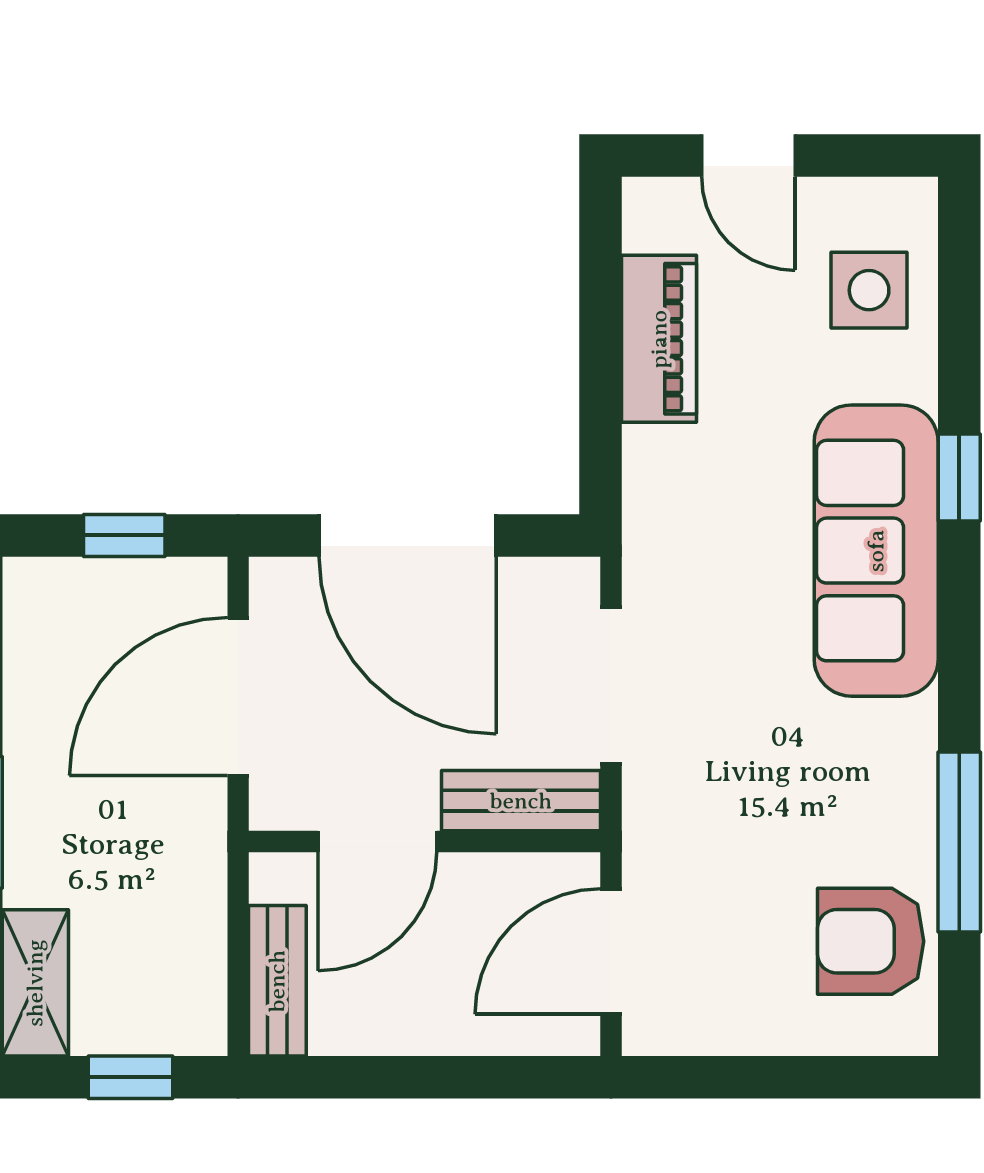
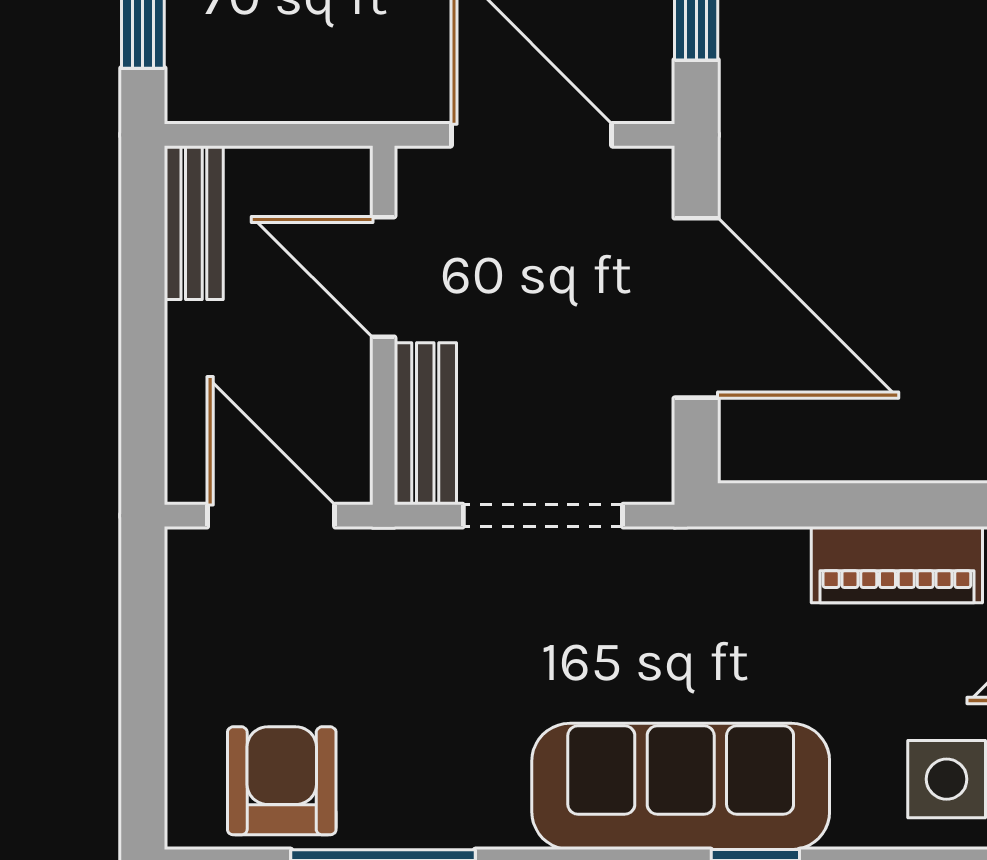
door: (408, 535) -> (696, 308), swing flipped
bench: (277, 981) -> (194, 223), moved, turned 90

